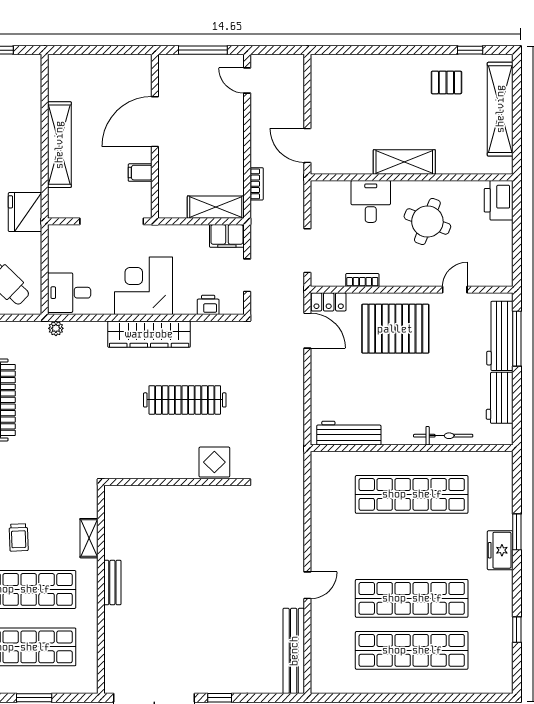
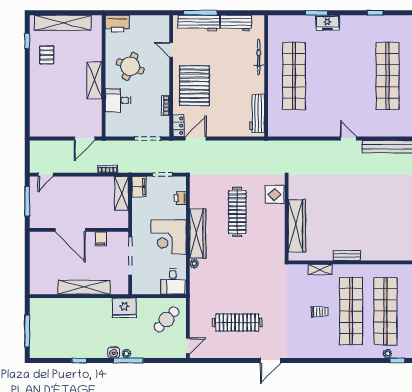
plant: (56, 328) -> (194, 264), moved
wardrobe: (162, 499) -> (297, 226), added
shop shelf: (412, 598) -> (356, 76), removed

